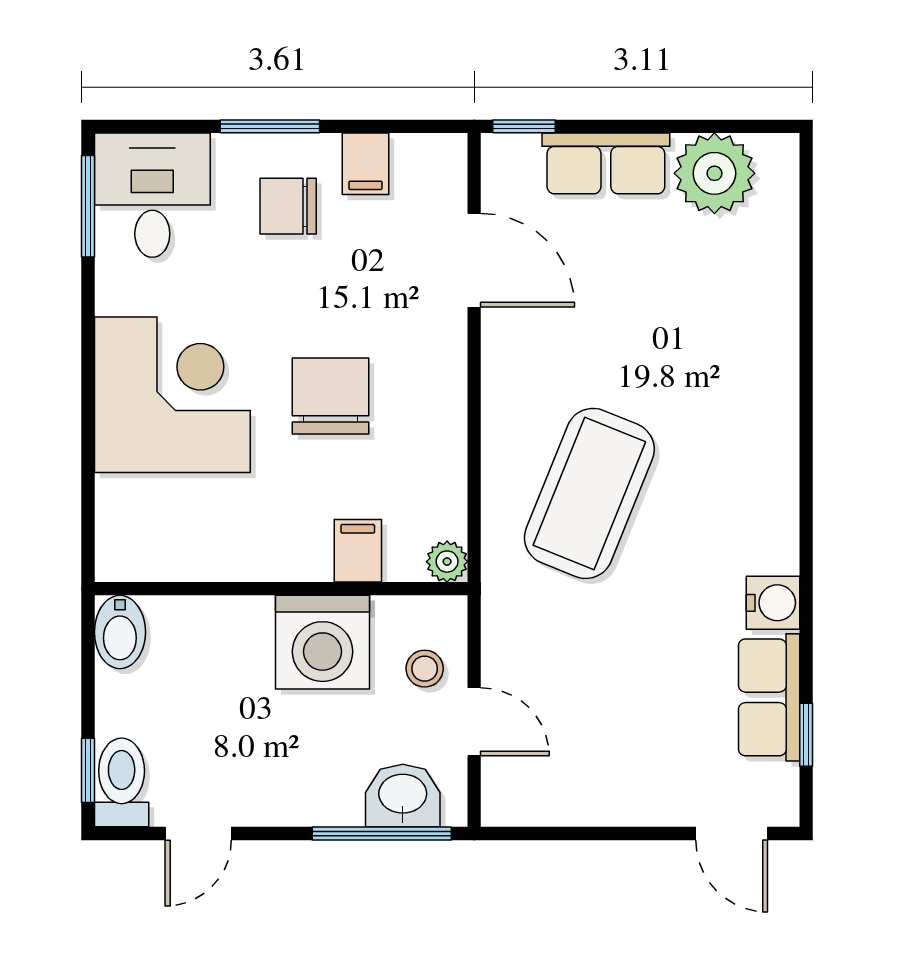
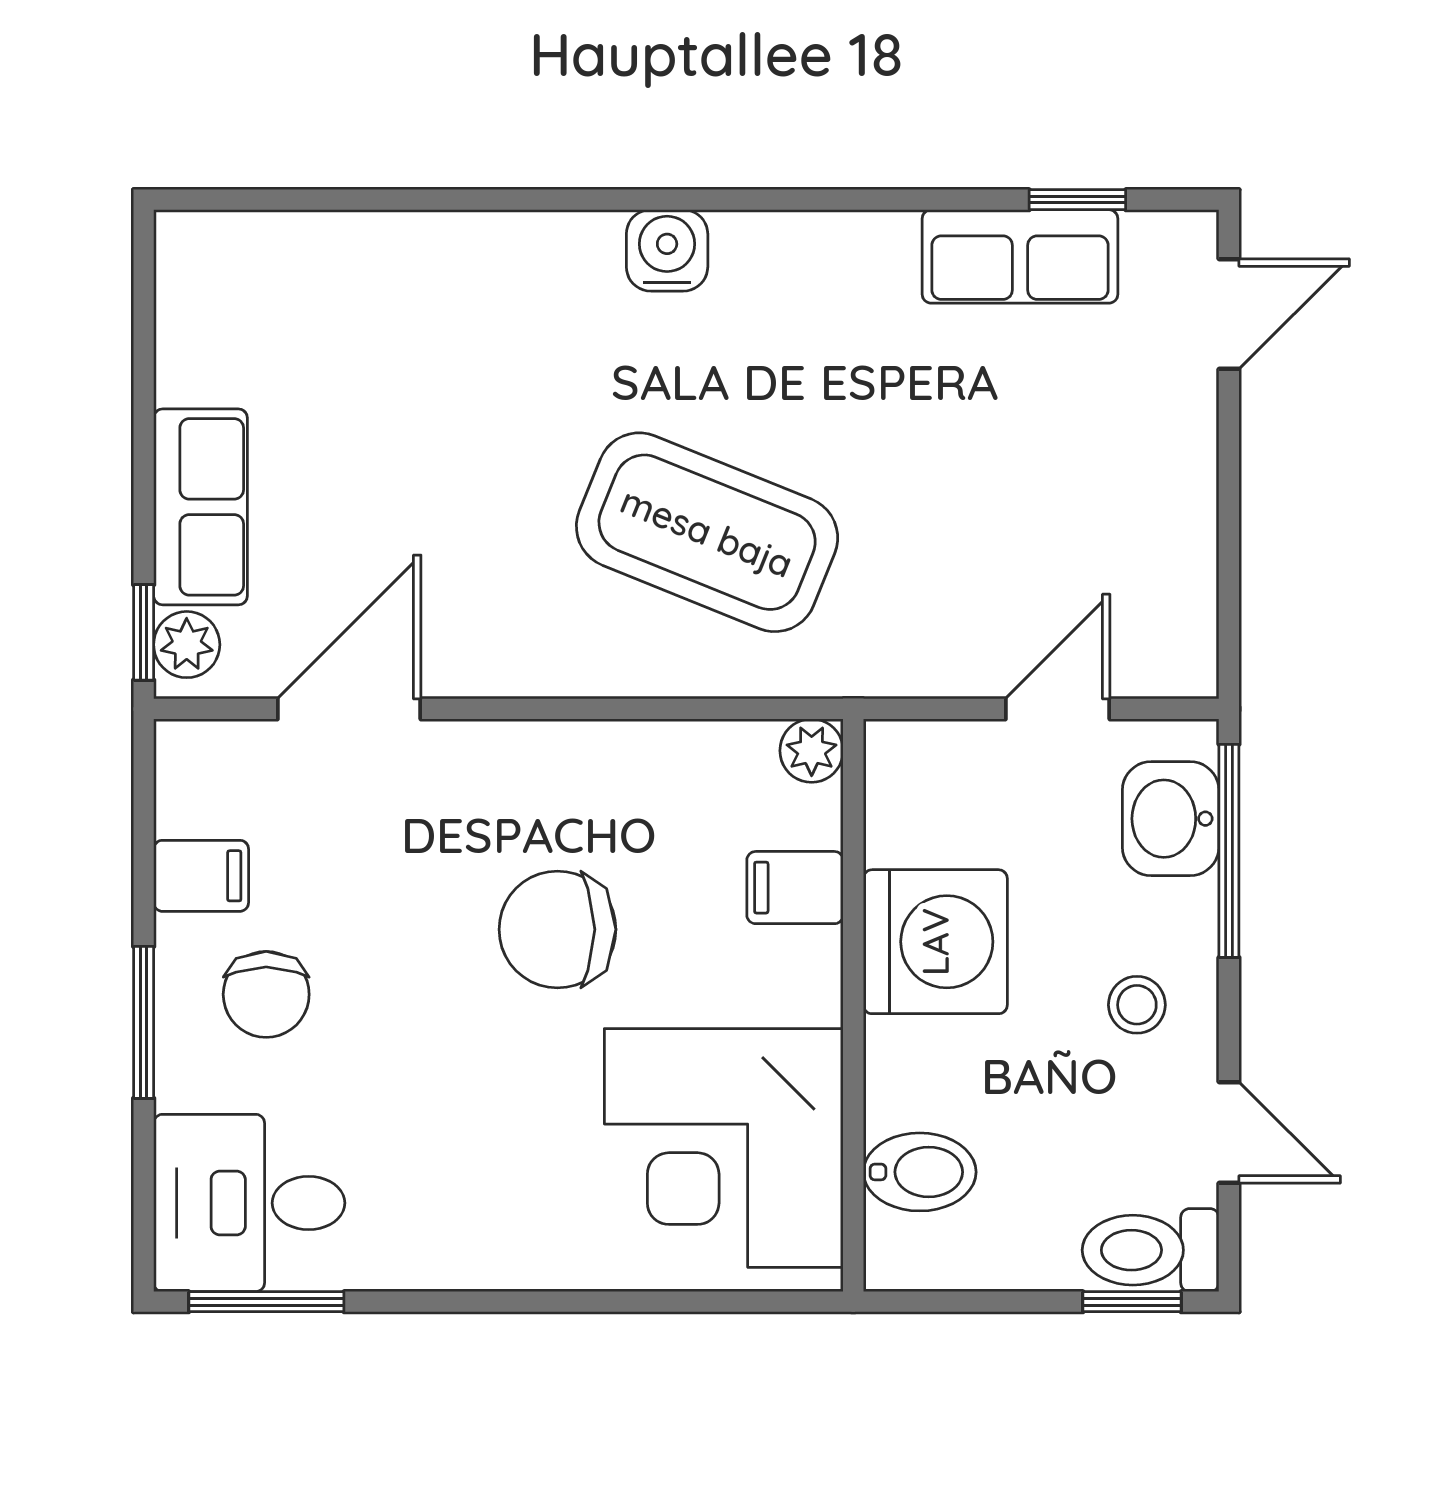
plant: (714, 173) -> (187, 645), moved, width x0.53, depth x0.53
corner desk: (172, 395) -> (724, 1148), moved, turned -90
water cooler: (773, 603) -> (667, 250), moved
bidet: (120, 632) -> (920, 1172), moved
stool: (425, 669) -> (1137, 1005), moved

